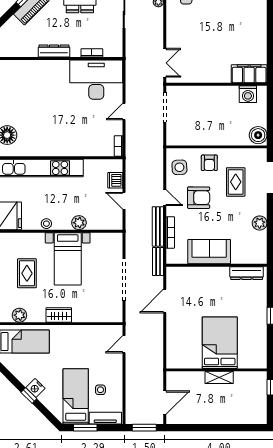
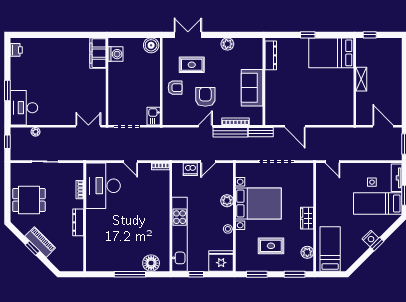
kitchen sink: (177, 138) -> (154, 116), added
side table: (179, 167) -> (179, 114), removed
bed with nightstands: (68, 259) -> (258, 204), width x1.36
bed: (220, 343) -> (331, 53), moved

